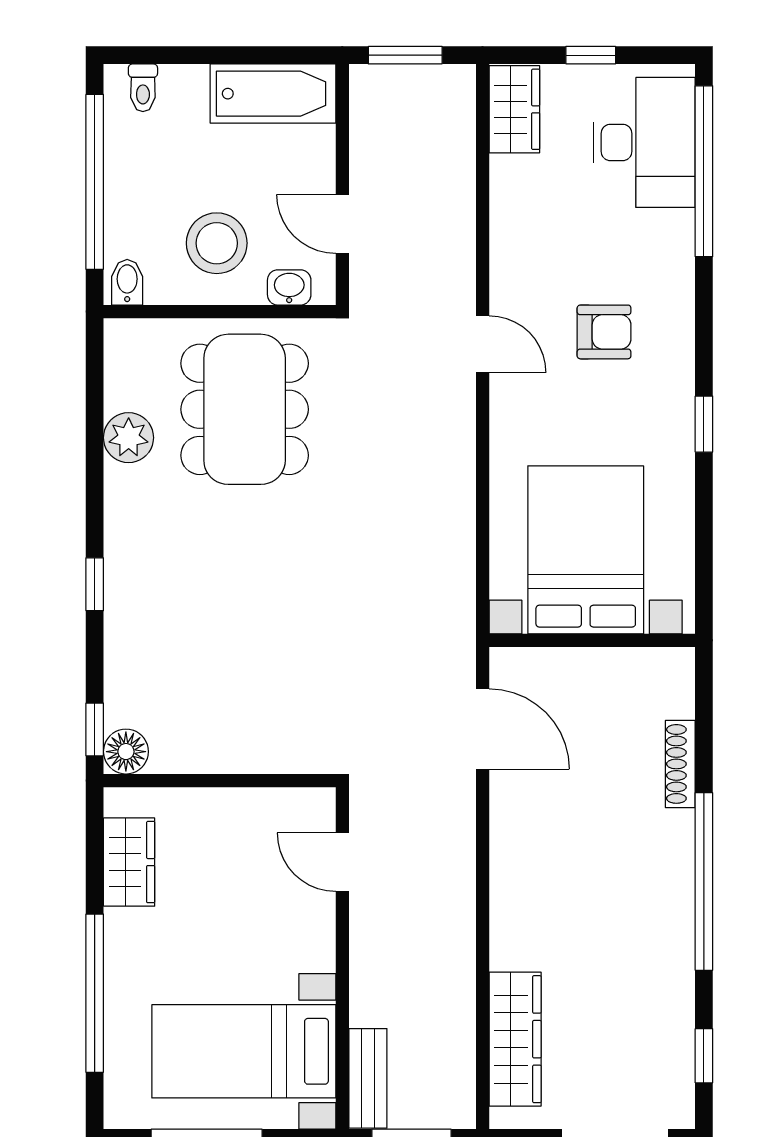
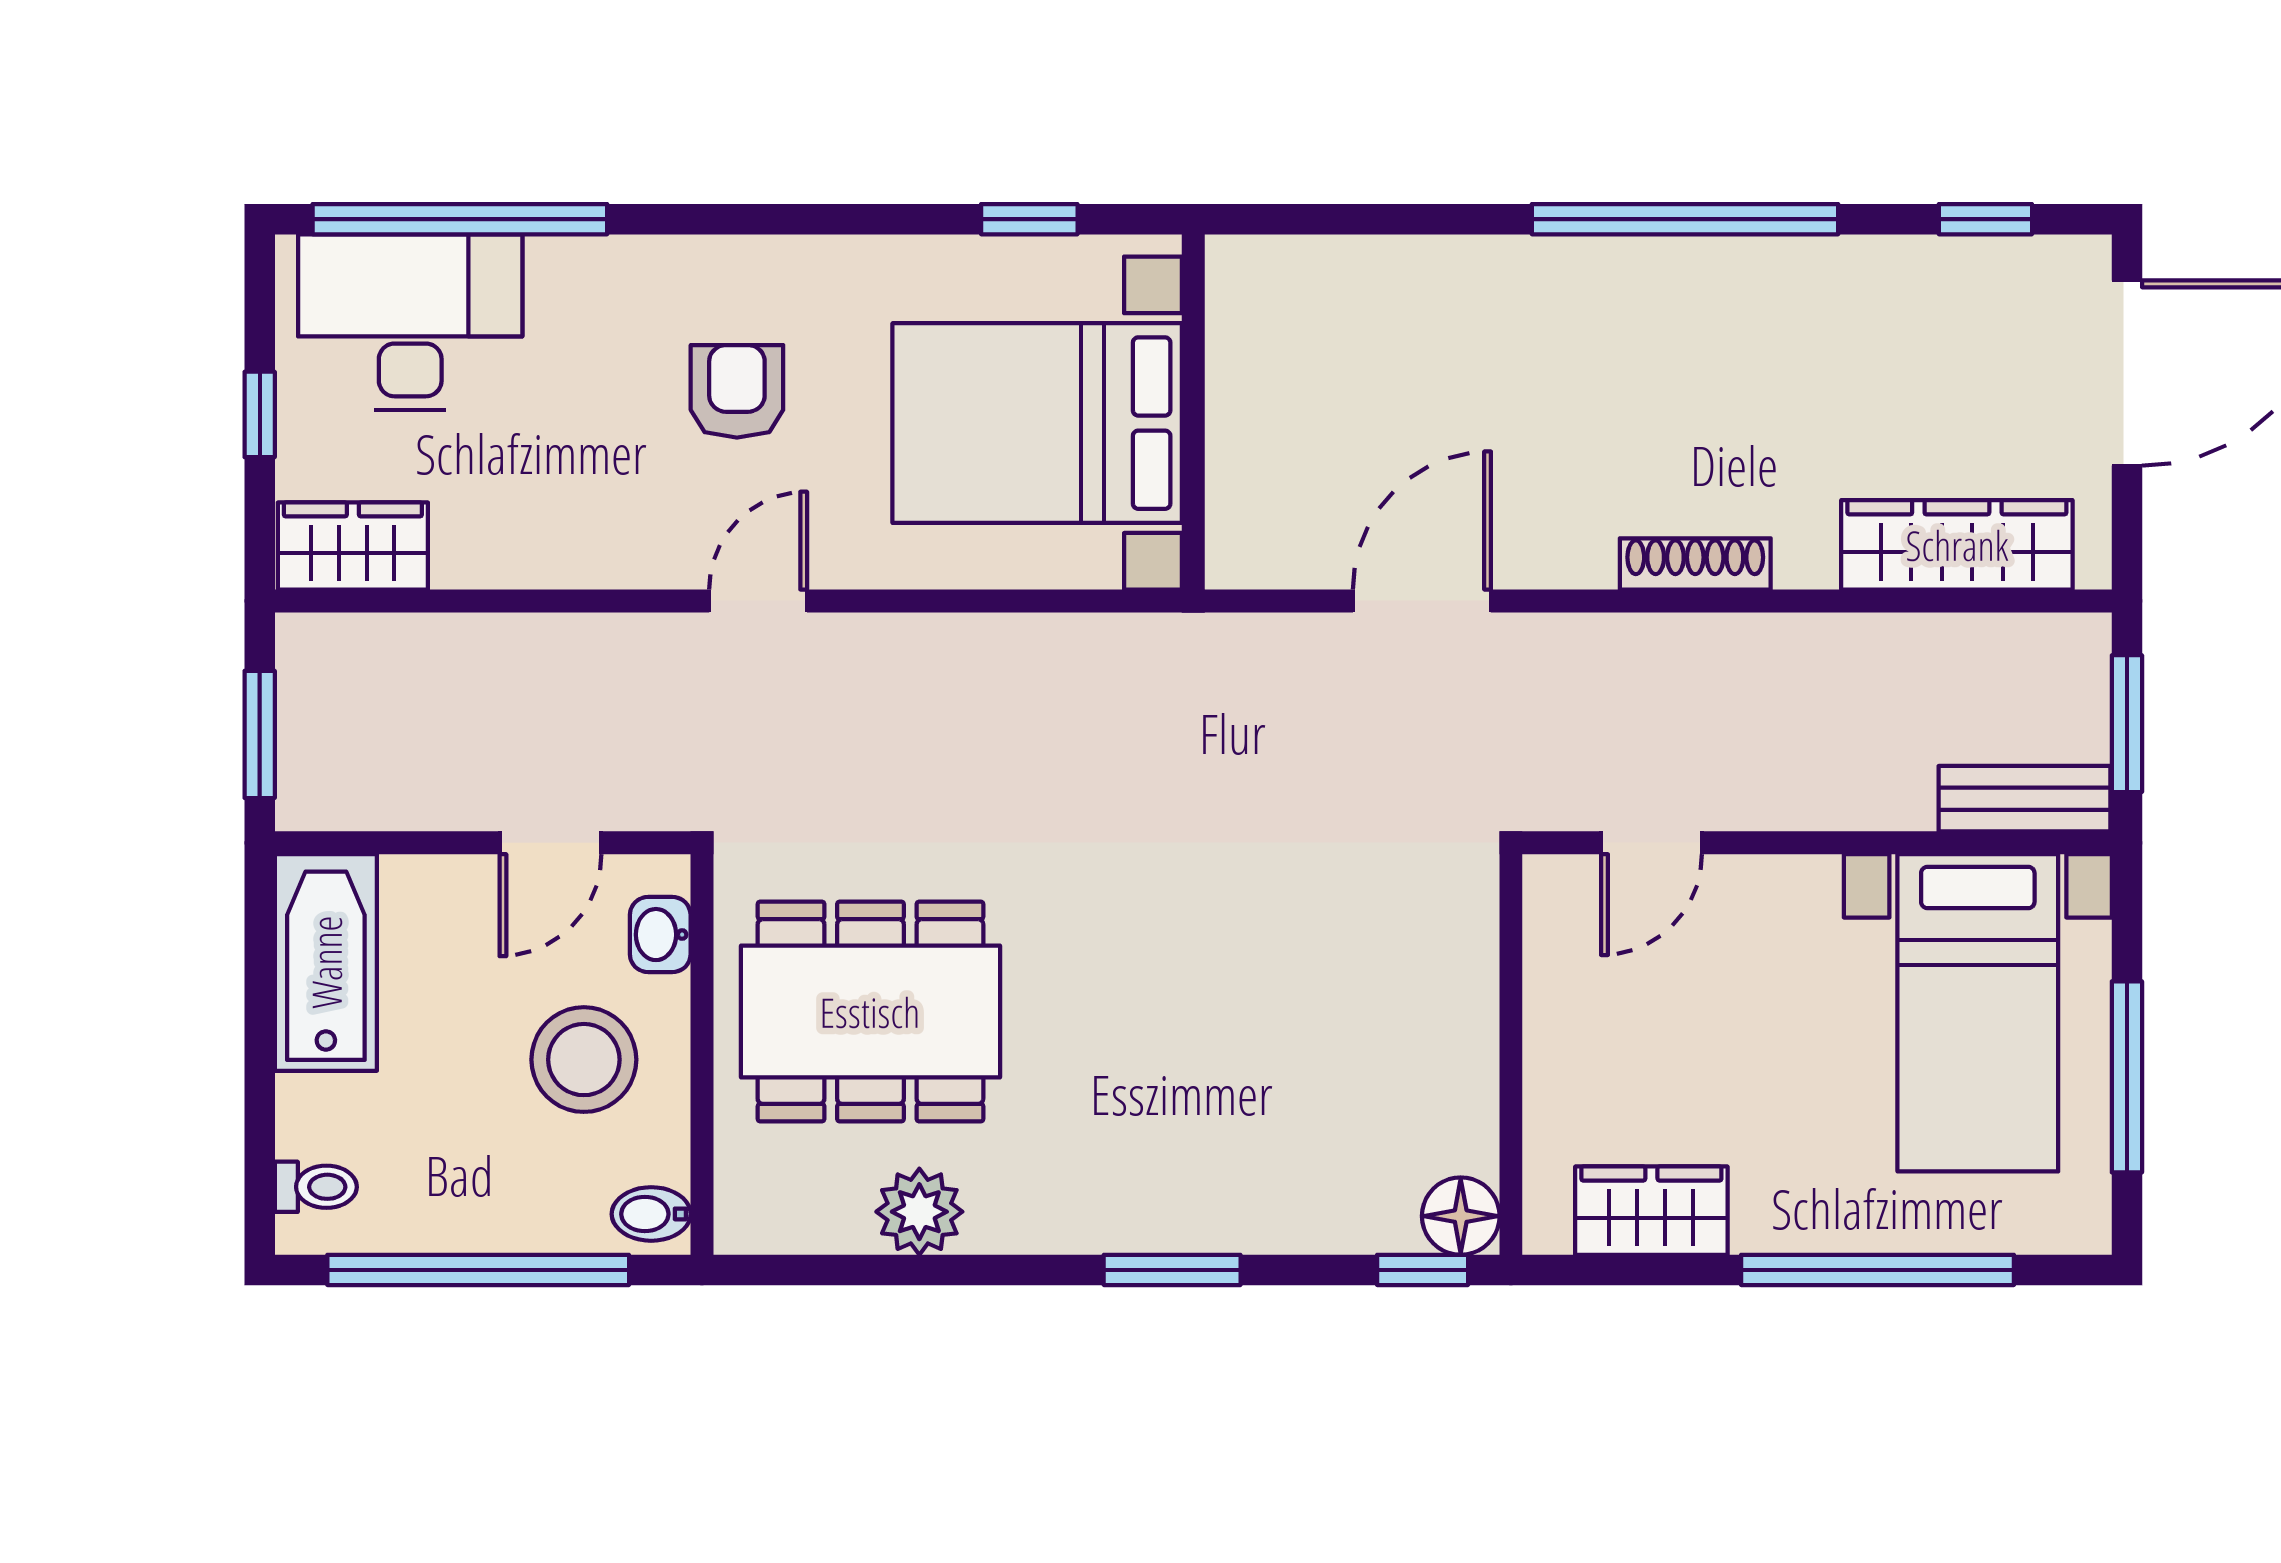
window: (704, 424) -> (1029, 219), moved
bed with nightstands: (586, 550) -> (1037, 423), moved
window: (95, 584) -> (1172, 1270), width x1.50
wall: (592, 640) -> (1193, 412), moved
shoe rack: (680, 764) -> (1695, 564), moved, turned 180

